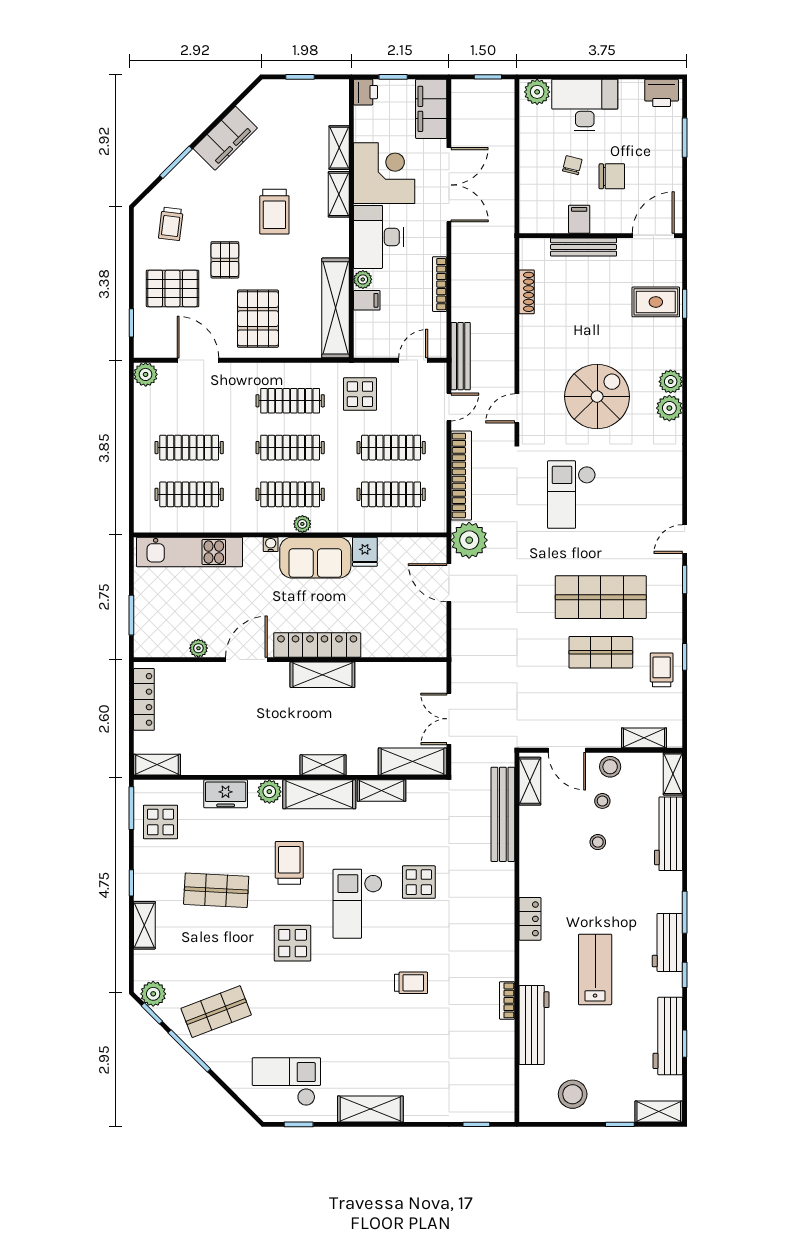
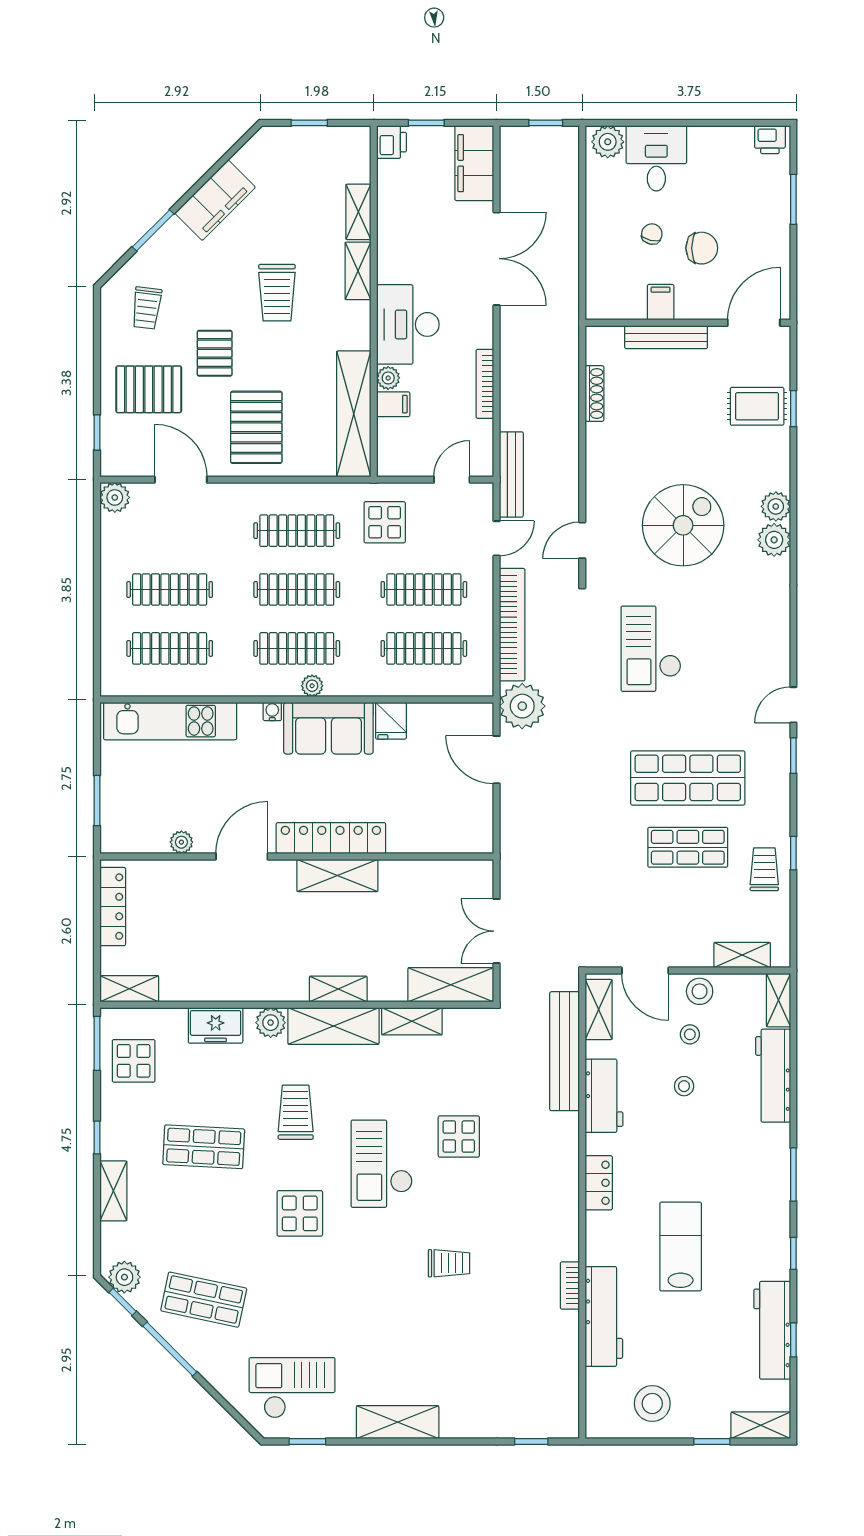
printer: (662, 93) -> (770, 140), width x0.73, depth x0.81
desk: (585, 105) -> (656, 158), width x0.73
corner desk: (384, 173) -> (415, 244), removed
workbench: (667, 942) -> (604, 1096), moved, turned 180
shop shelf: (216, 1012) -> (204, 1300), turned 33

